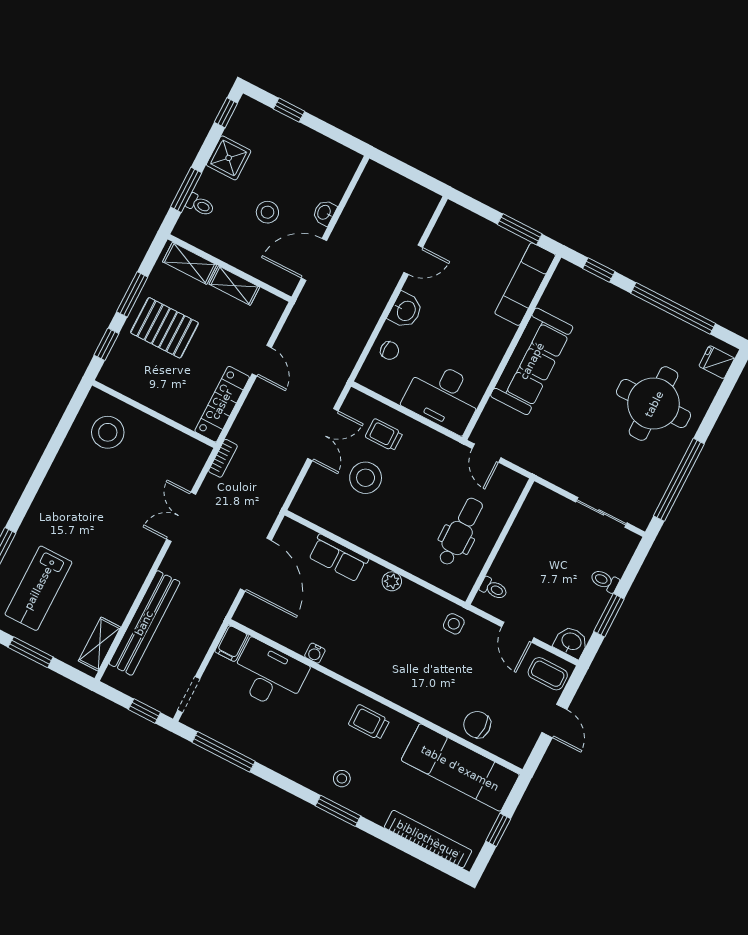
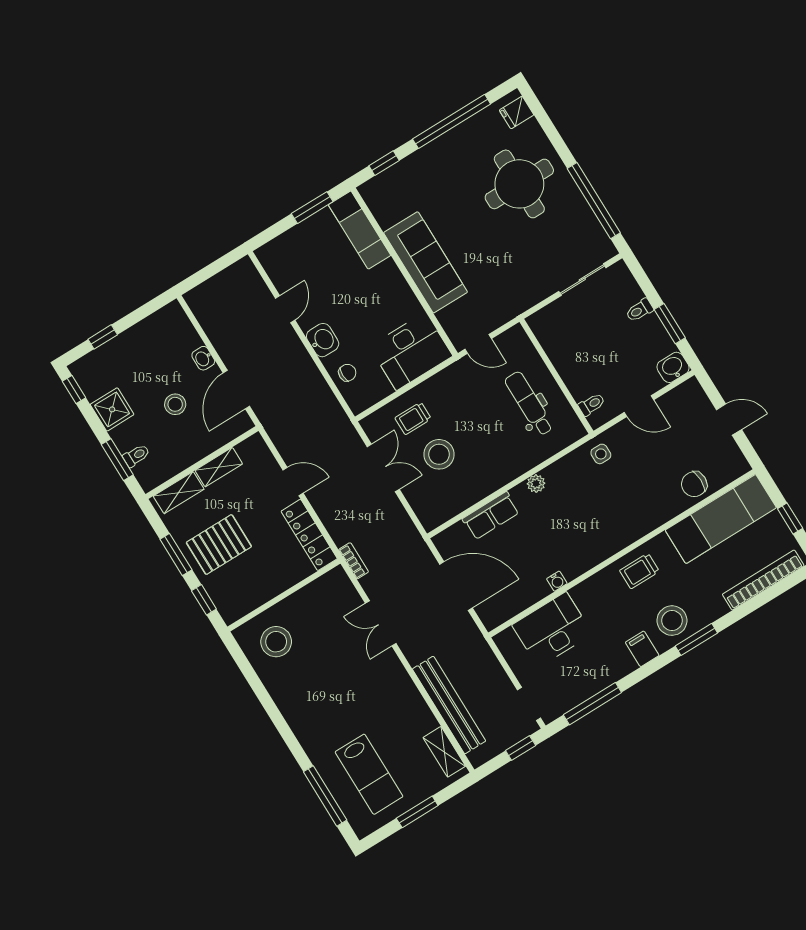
filing cabinet: (232, 643) -> (642, 649), moved, turned 180
coffee table: (548, 674) -> (687, 402), removed
stool: (342, 779) -> (672, 621), width x1.89, depth x1.89

